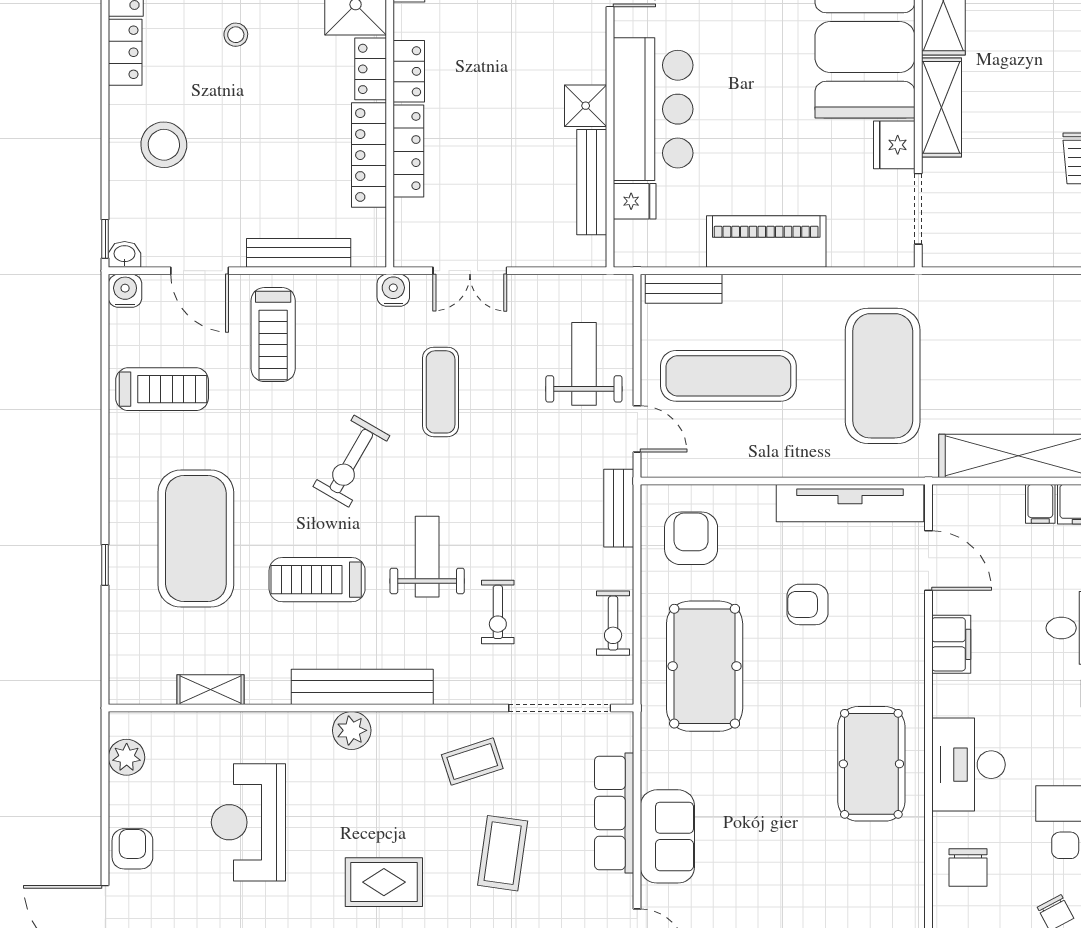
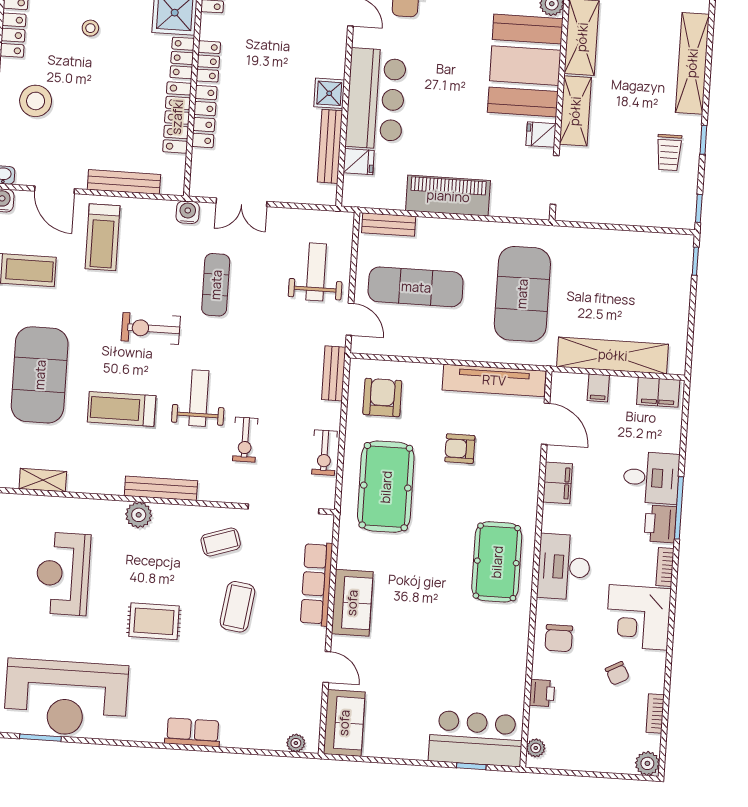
fridge: (894, 145) -> (541, 135), width x0.72
exercise bike: (351, 461) -> (151, 328), turned 60
filing cabinet: (1040, 504) -> (598, 388), moved
bench: (362, 687) -> (161, 488), width x0.73, depth x0.82

